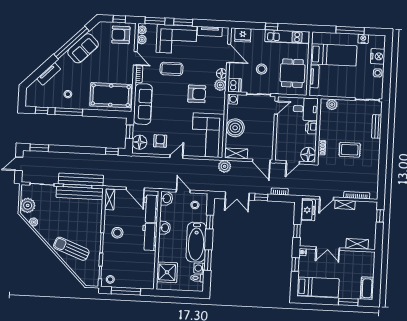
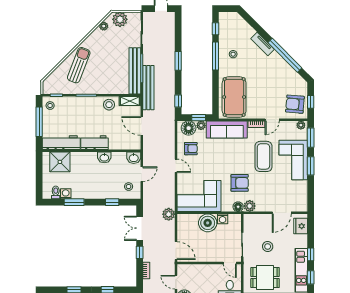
window: (294, 28) -> (311, 277), added
tv unit: (210, 31) -> (303, 193), removed
armchair: (121, 35) -> (295, 104), turned -85
plant: (142, 40) -> (201, 125), moved
sofa: (83, 48) -> (280, 67), removed
coffee table: (172, 69) -> (263, 156), width x1.36, depth x1.32
floor lamp: (222, 73) -> (238, 207), moved
tv unit: (49, 74) -> (262, 44), moved
dishwasher: (235, 85) -> (250, 220), removed
armchair: (197, 94) -> (240, 183), turned -90
washing machine: (232, 99) -> (223, 219), moved
window: (39, 148) -> (178, 61), moved
shelving: (236, 153) -> (182, 225), removed
door: (261, 161) -> (176, 251), swing flipped
bench: (81, 180) -> (148, 88), moved
door: (135, 189) -> (142, 126), hinge flipped
workbench: (151, 209) -> (61, 143), moved, width x1.38
stool: (117, 233) -> (109, 105), moved
bathtub: (196, 242) -> (91, 190), removed

